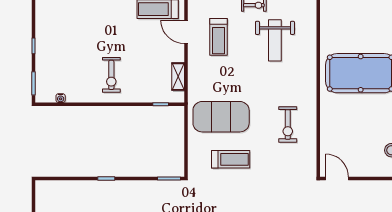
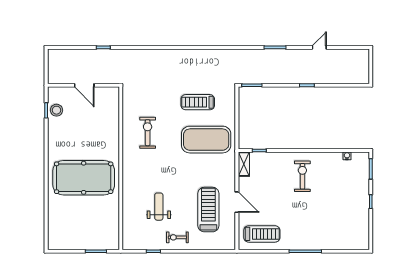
door: (186, 32) -> (237, 202), moved
treadmill: (218, 37) -> (208, 210), width x1.37, depth x1.38
weight bench: (275, 40) -> (159, 207), width x0.73, depth x0.75
shelving: (178, 77) -> (244, 164), moved
door: (337, 179) -> (84, 85), moved

